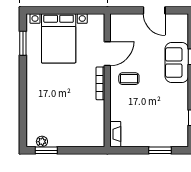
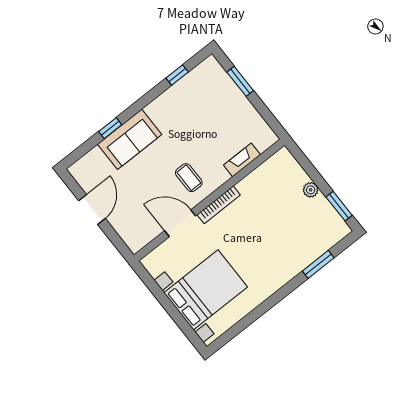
window: (23, 43) -> (318, 264), moved
fireplace: (115, 134) -> (242, 160), moved
plant: (42, 142) -> (311, 190), moved

